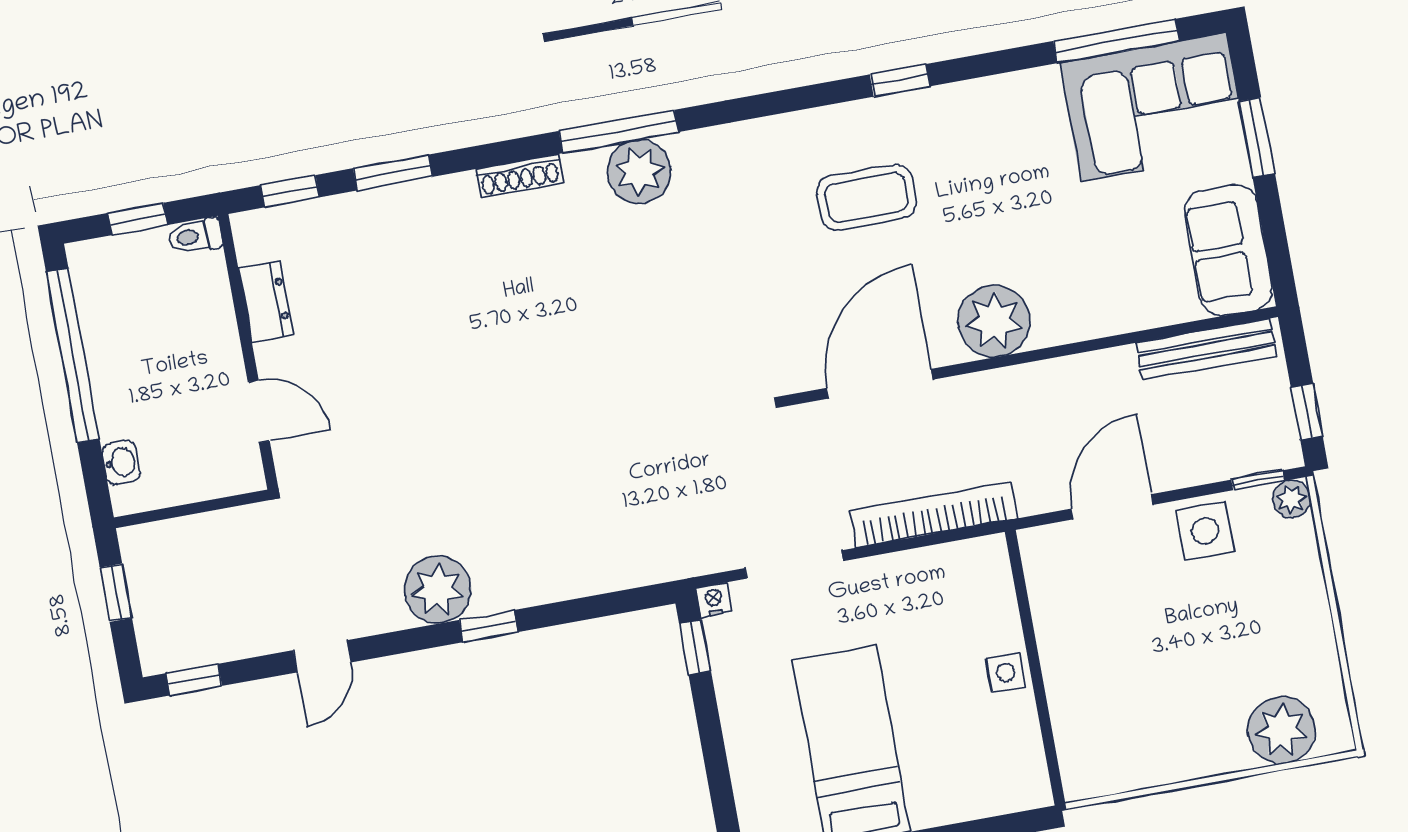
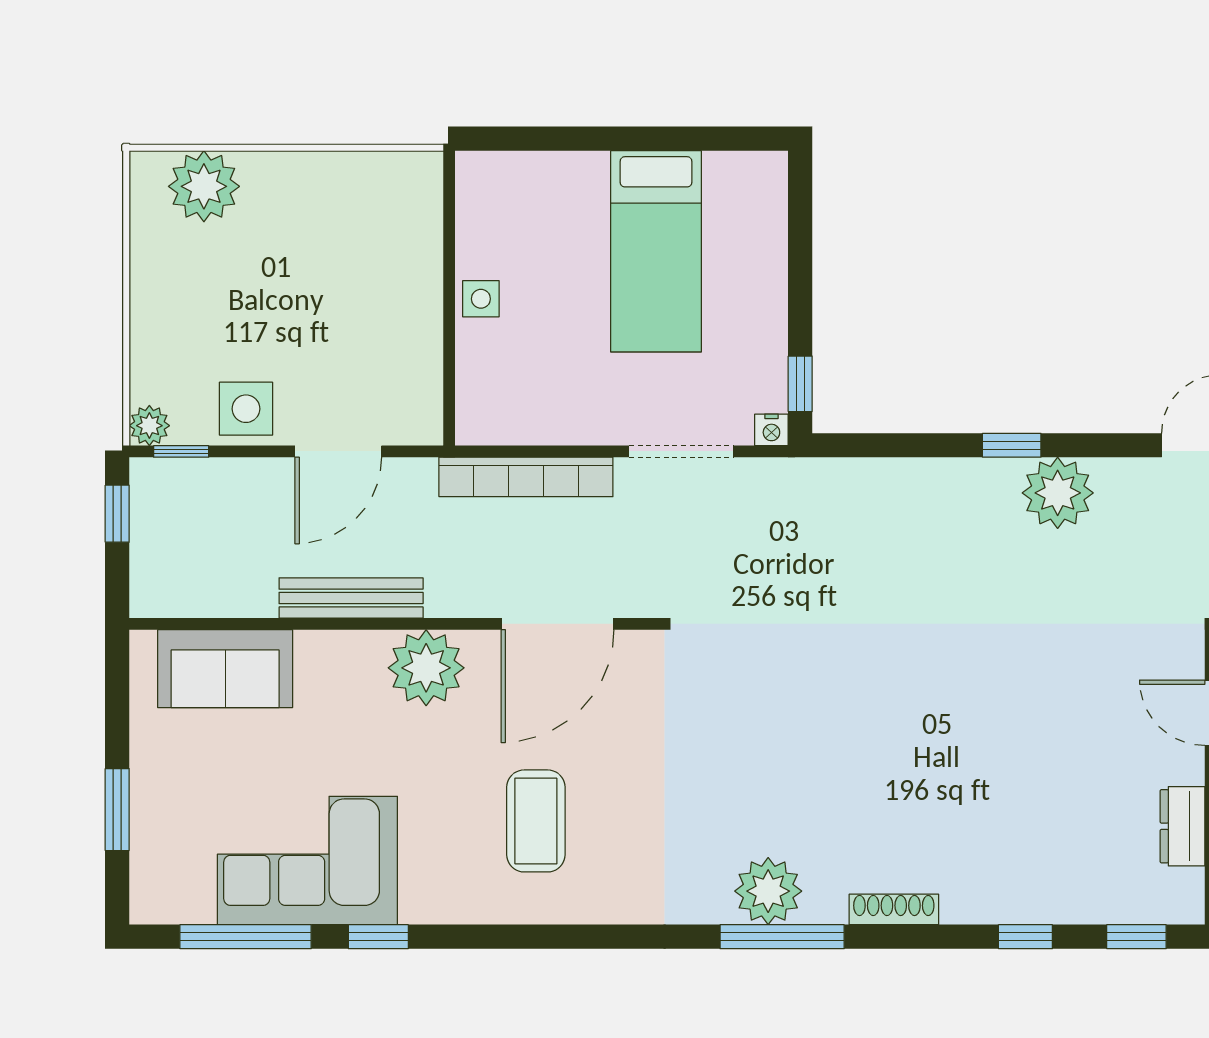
window: (900, 80) -> (378, 937), moved
corner sofa: (1154, 107) -> (307, 860), moved
window: (393, 173) -> (1025, 937), width x0.67
coffee table: (866, 197) -> (536, 821), turned 90
sofa: (1228, 250) -> (225, 669), moved, turned 90
bench: (1206, 349) -> (351, 598), moved

